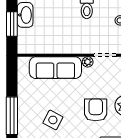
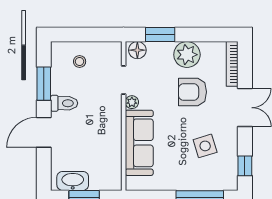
side table: (53, 120) -> (205, 146), turned 45

